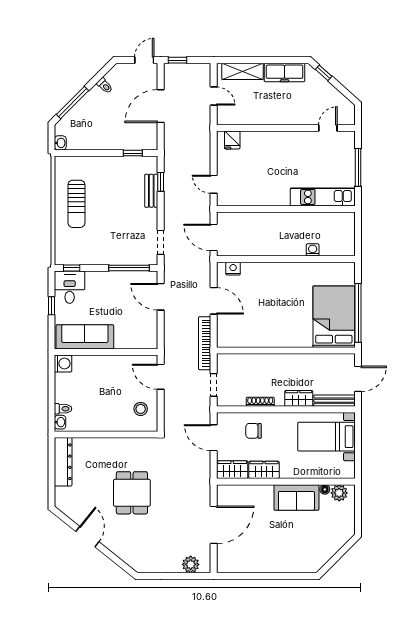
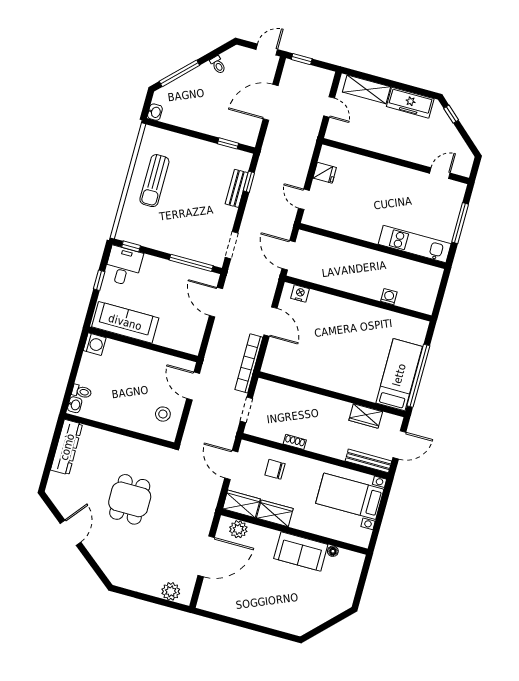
fridge: (232, 140) -> (325, 173), moved, turned -90
bed: (334, 317) -> (399, 375), width x0.67
wardrobe: (299, 398) -> (366, 416), moved, turned 180
shoe rack: (260, 402) -> (295, 442), width x0.70
plant: (339, 493) -> (238, 529), moved

